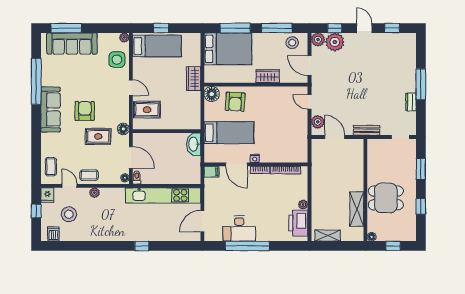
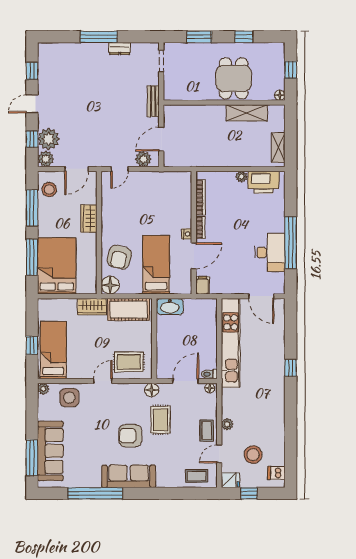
armchair: (235, 102) -> (119, 257), turned 101
cot: (191, 109) -> (128, 310), added
rug: (147, 110) -> (129, 362), turned 90

